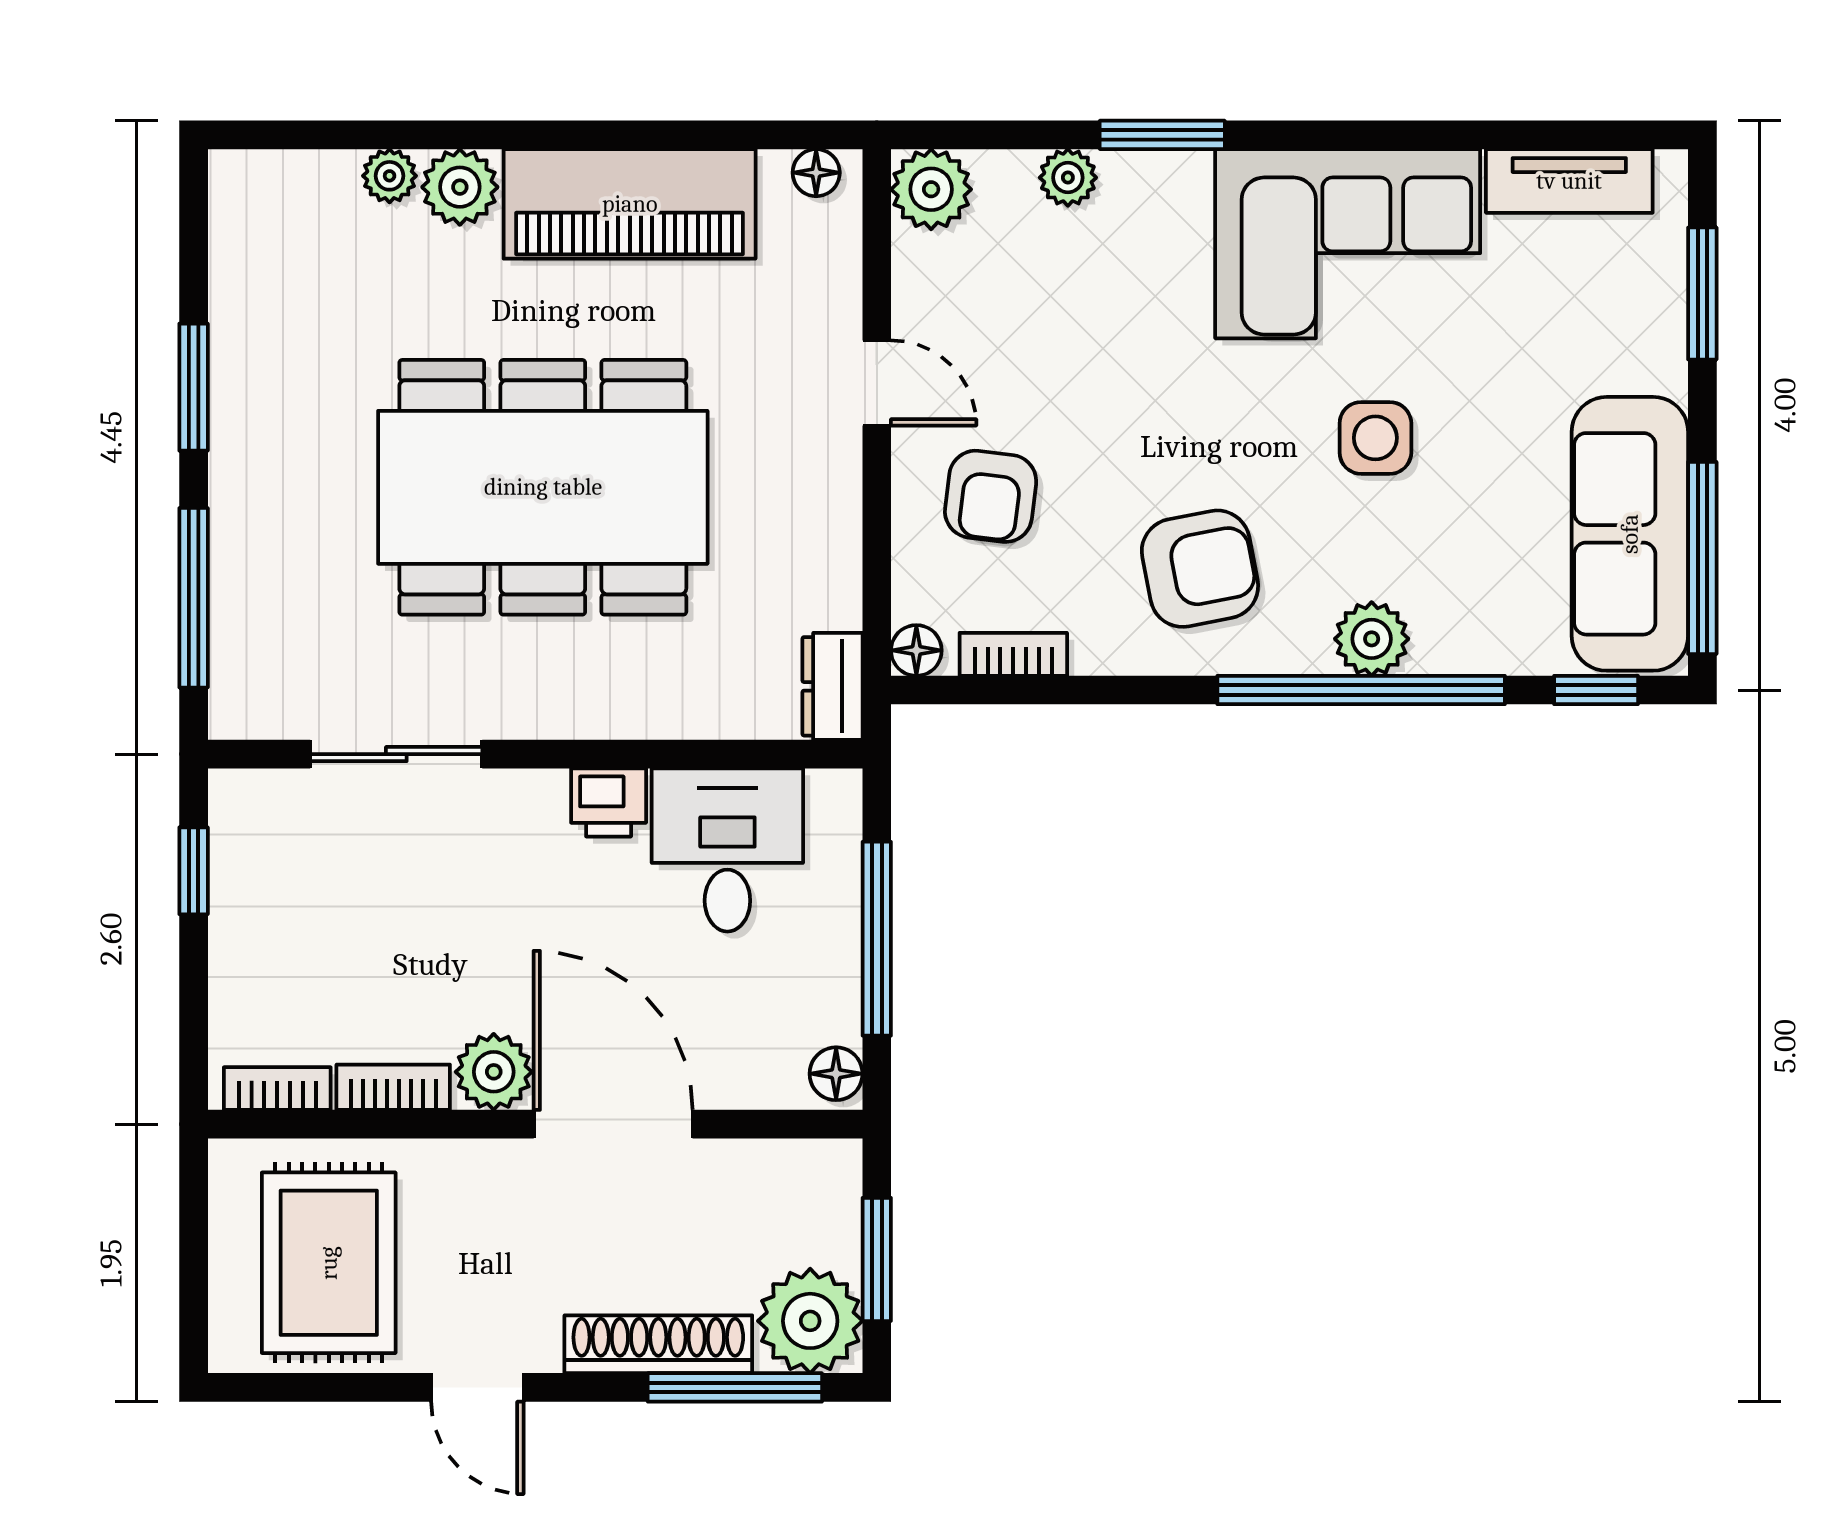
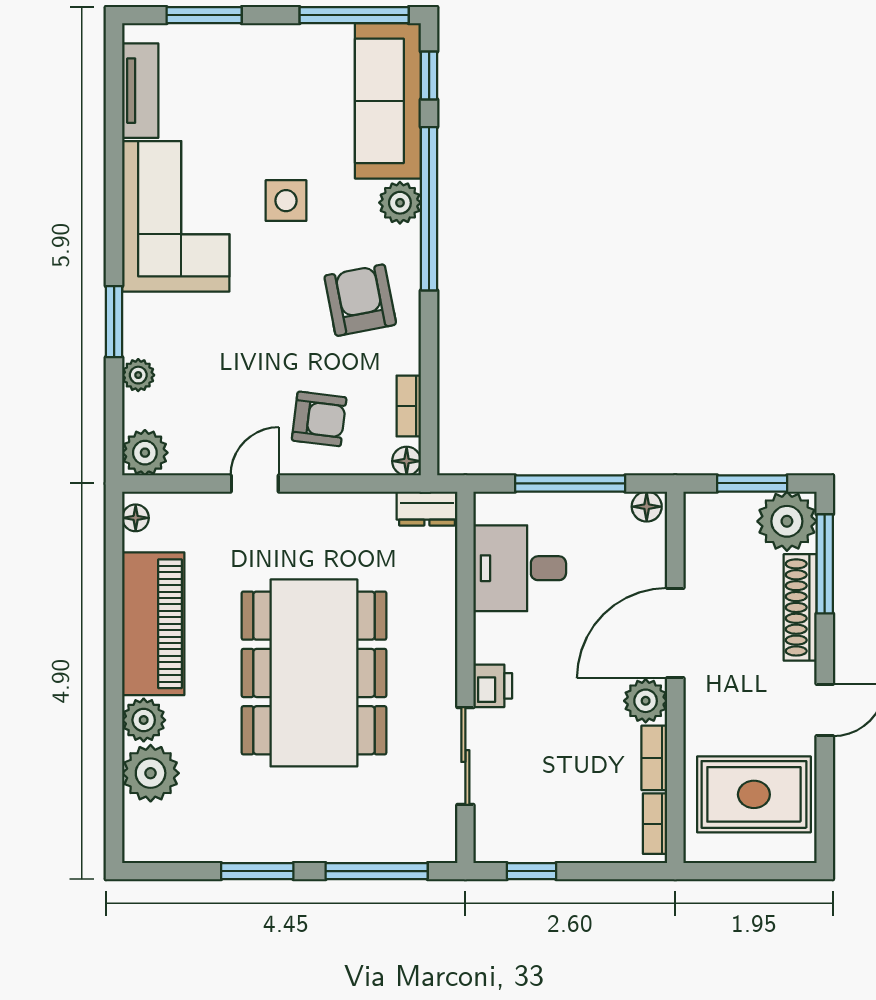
plant: (390, 176) -> (151, 773), width x1.88, depth x1.88
sofa: (1630, 534) -> (388, 101), moved, turned 90
printer: (609, 802) -> (493, 686), moved

